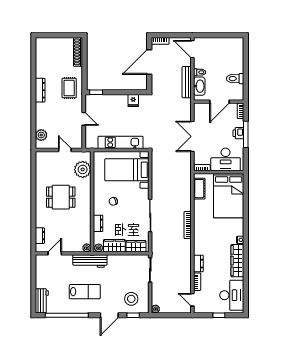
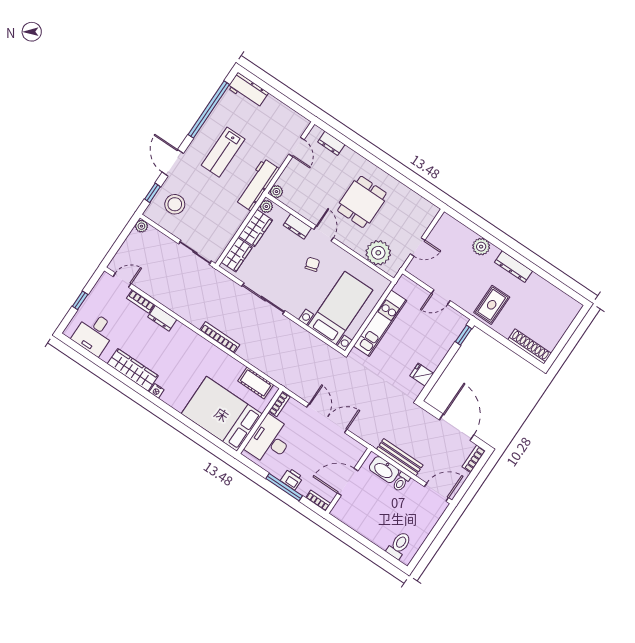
toilet: (235, 79) -> (399, 545), moved
rug: (69, 88) -> (492, 305), turned 90
door: (219, 102) -> (348, 482), hinge flipped
plant: (41, 135) -> (481, 247), moved
door: (92, 206) -> (324, 233), added
desk: (232, 295) -> (94, 333), width x0.73

